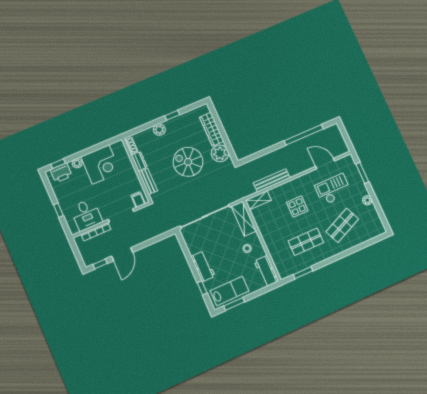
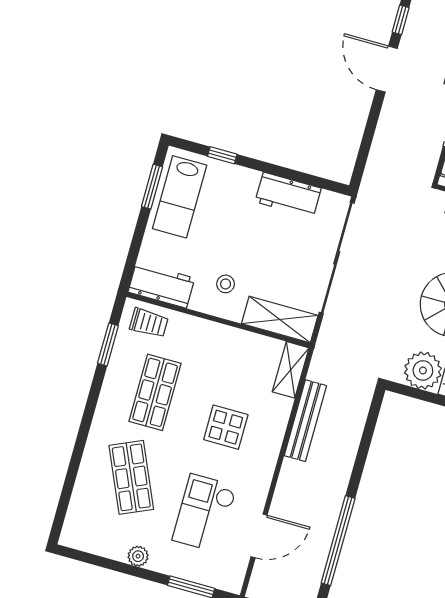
checkout: (333, 189) -> (204, 513), turned 180
trolley: (283, 264) -> (149, 323), added
workbench: (203, 266) -> (288, 195), moved

